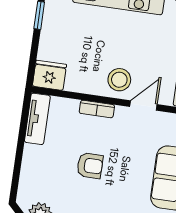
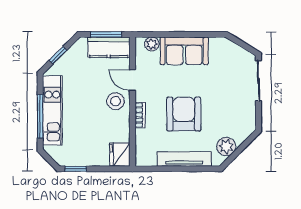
tv unit: (37, 119) -> (184, 159), moved, width x1.41
armchair: (90, 166) -> (184, 114), width x1.88, depth x1.88

